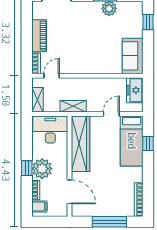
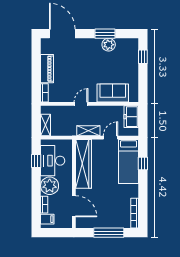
sofa: (133, 56) -> (113, 93), moved, turned 90
door: (52, 76) -> (81, 104), moved
shelving: (73, 106) -> (88, 131), moved
desk: (50, 130) -> (53, 161), moved, turned -90
window: (27, 168) -> (36, 161), moved

